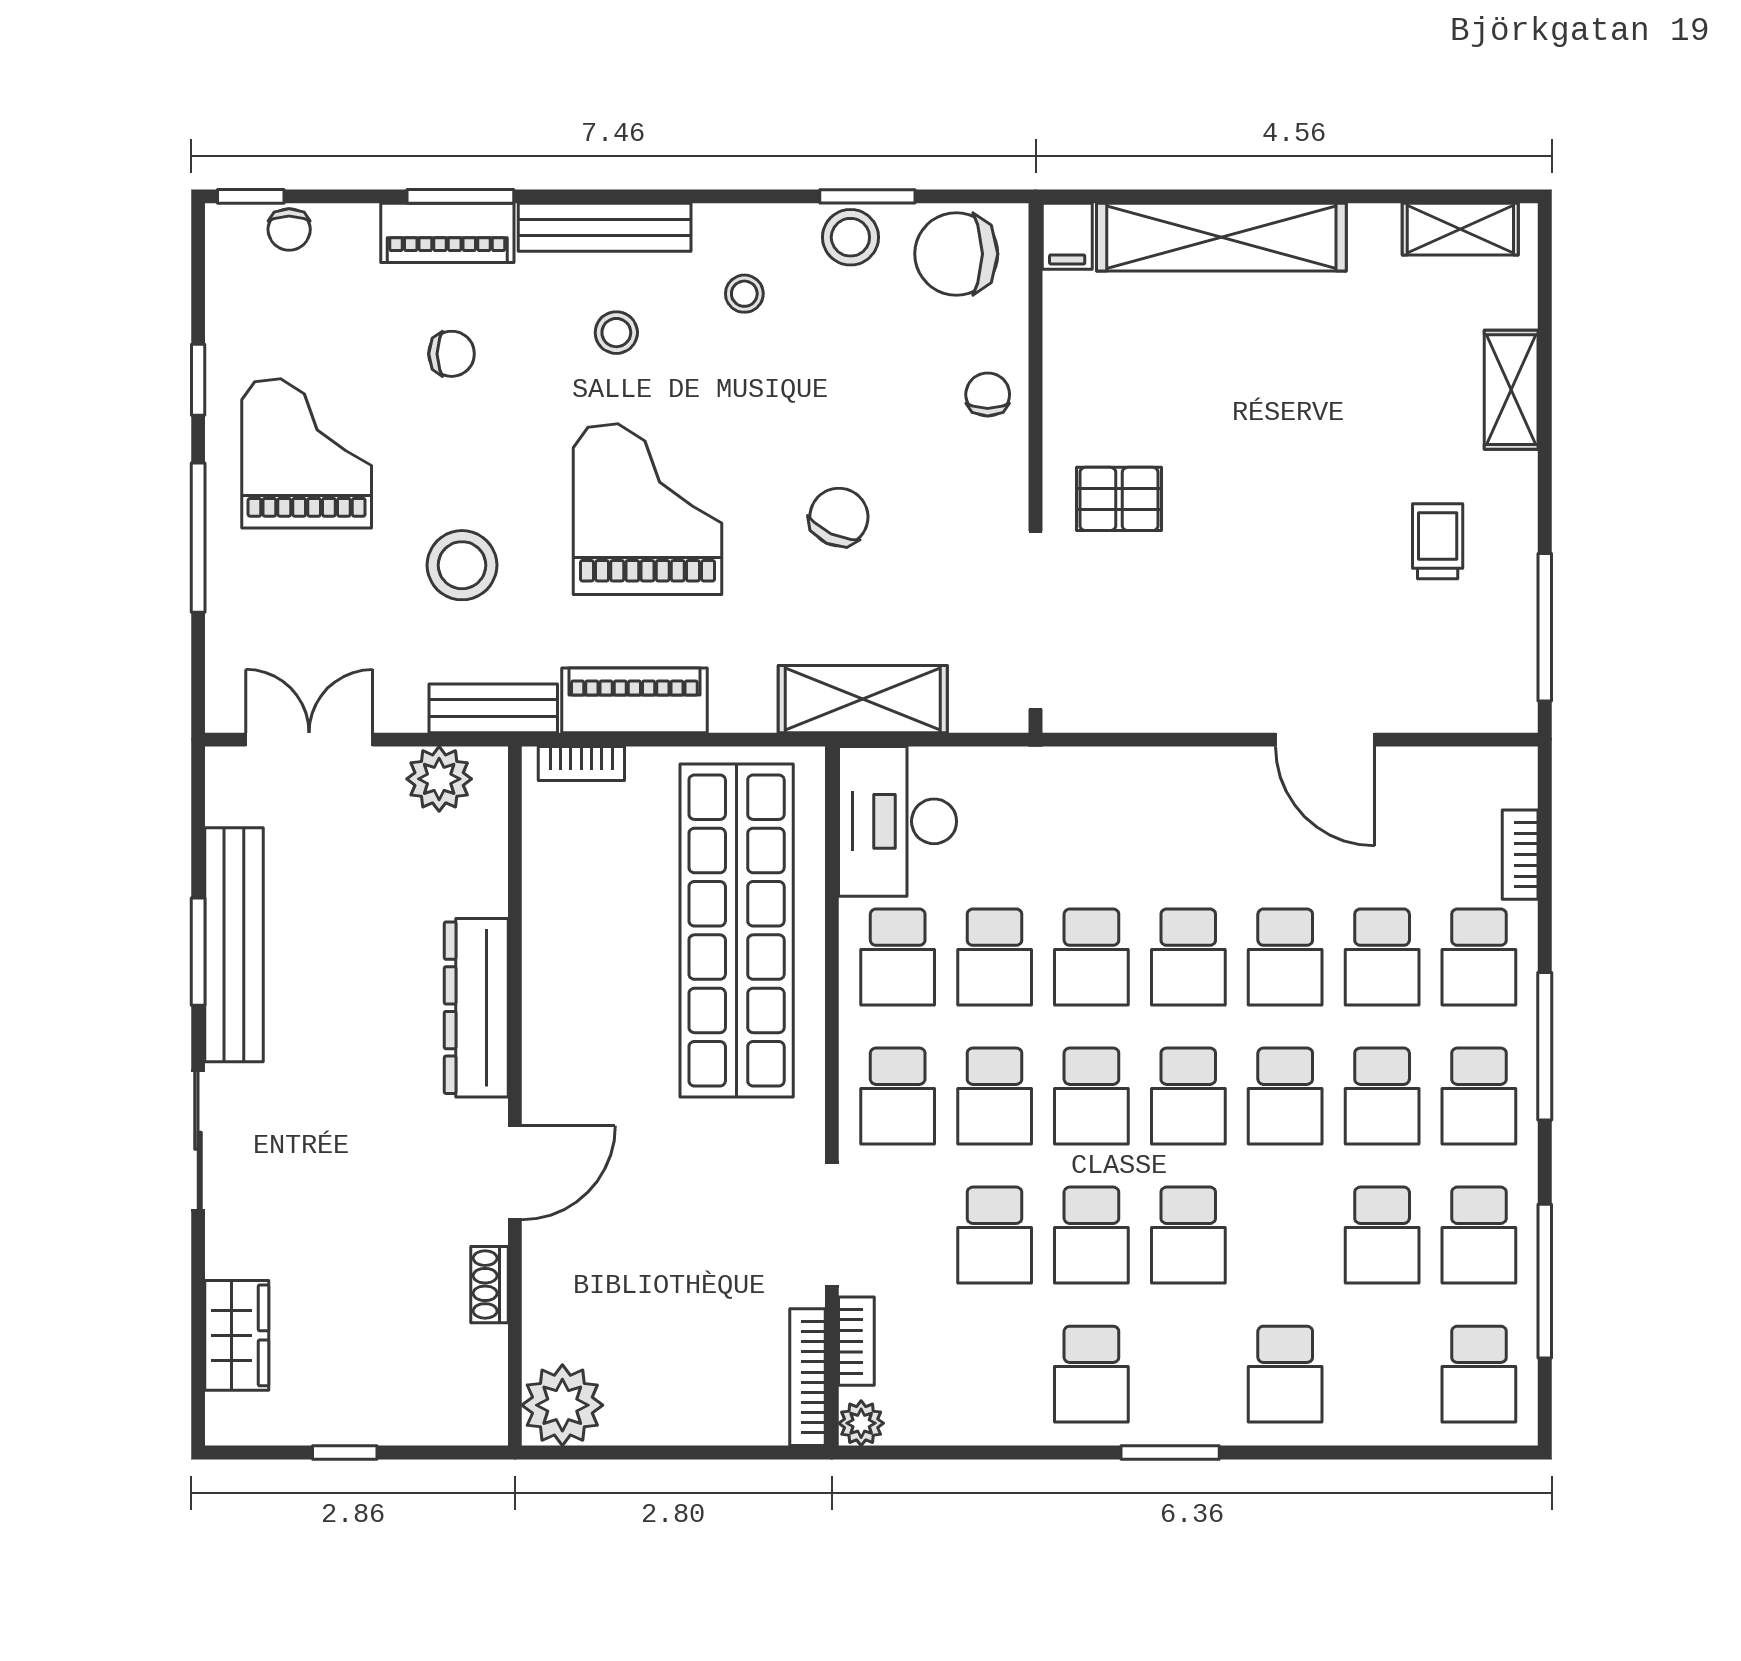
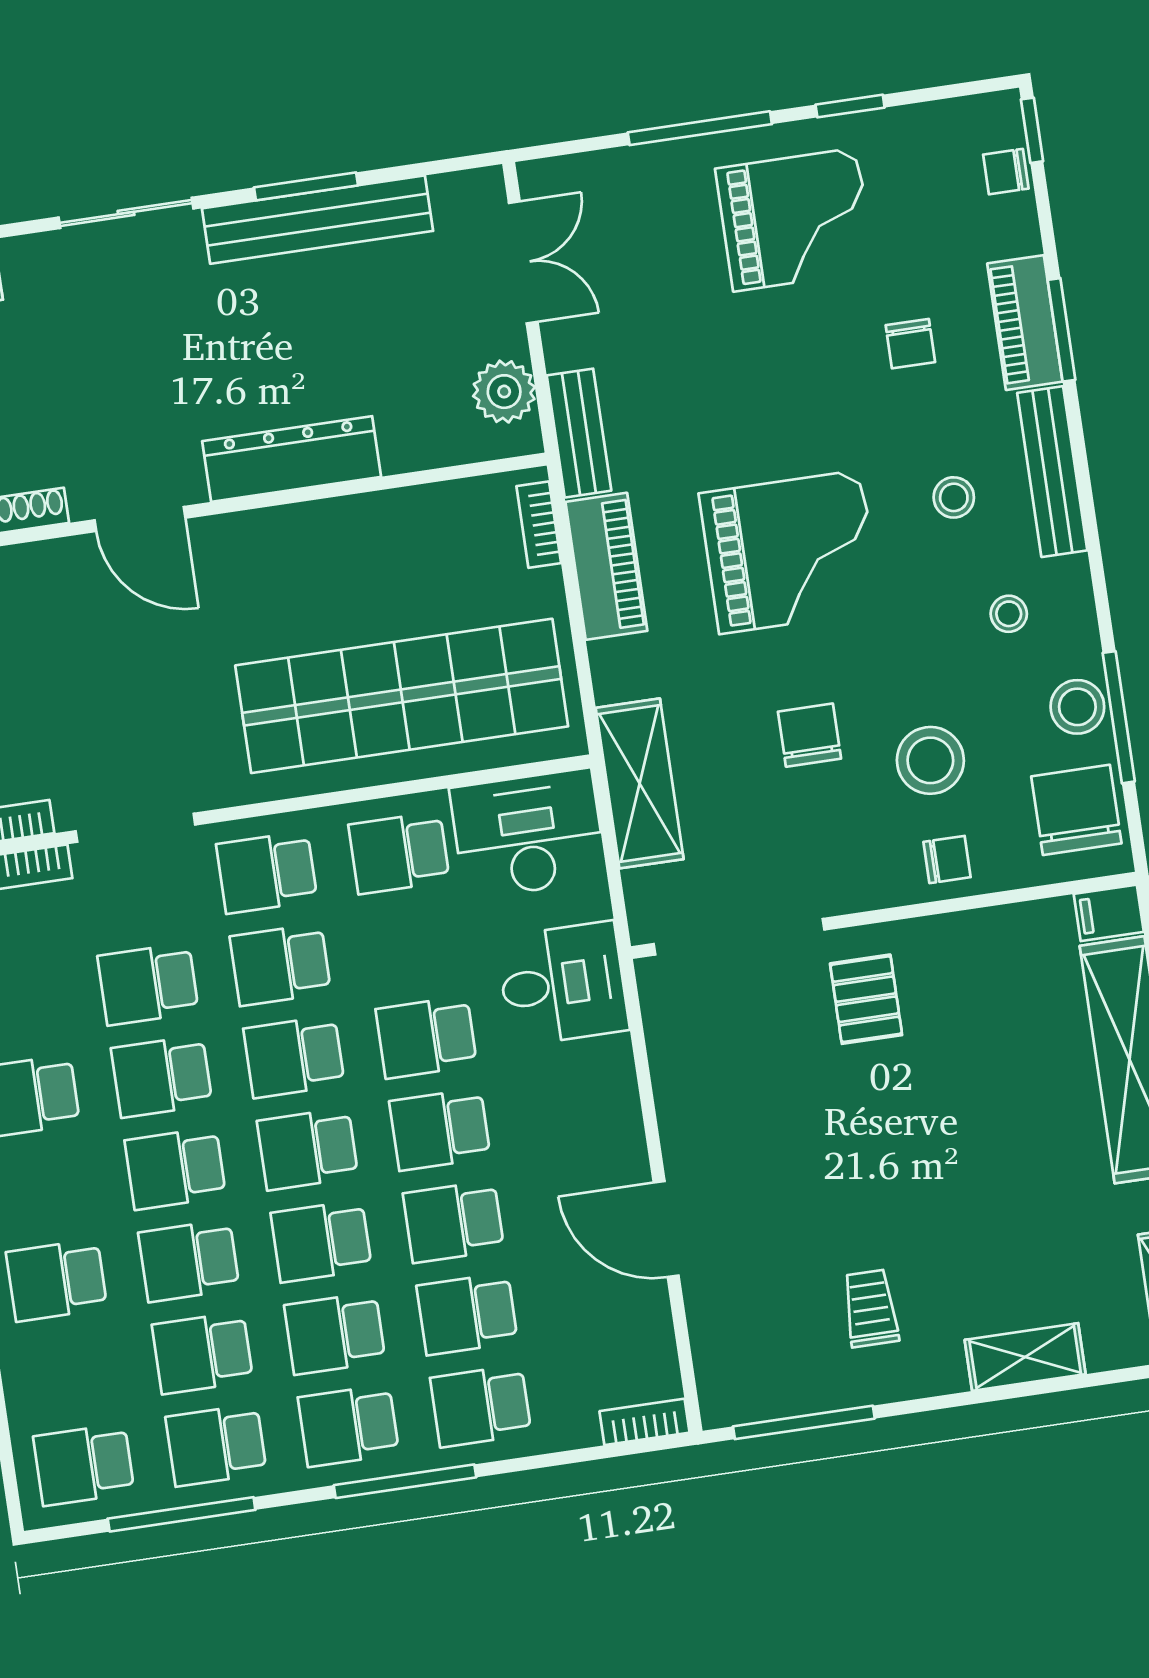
window: (867, 196) -> (1119, 717), width x1.44
chair: (839, 517) -> (809, 735), turned -115
trolley: (1438, 541) -> (871, 1308), turned -90
stool: (462, 565) -> (930, 760), moved
door: (1325, 740) -> (666, 1229), hinge flipped
desk: (1057, 809) -> (563, 984), added
bookcase: (1520, 855) -> (645, 1422), moved
school desk: (995, 957) -> (189, 1261), moved

